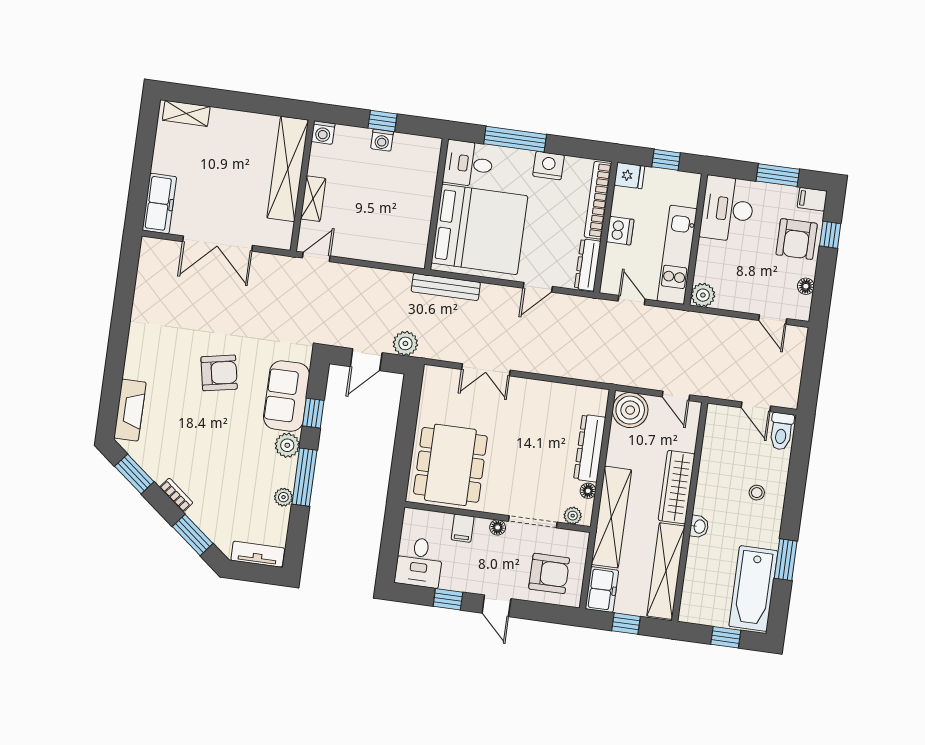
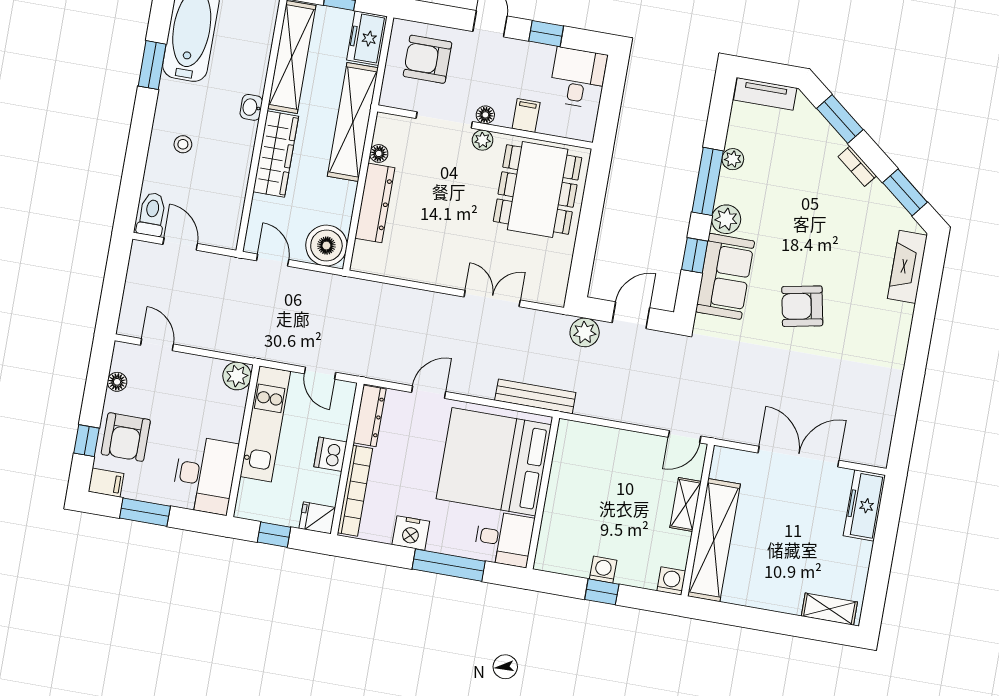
armchair: (797, 239) -> (126, 437), turned 180
plant: (573, 516) -> (483, 140), moved

